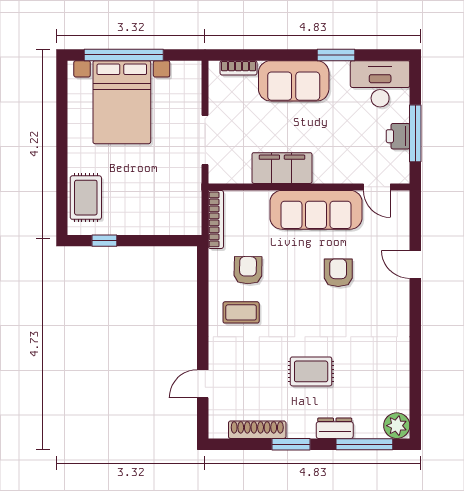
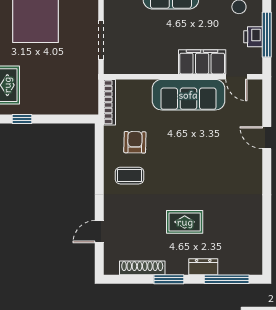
filing cabinet: (282, 168) -> (202, 62), moved
armchair: (338, 273) -> (206, 144), removed
plant: (397, 426) -> (252, 265), removed

